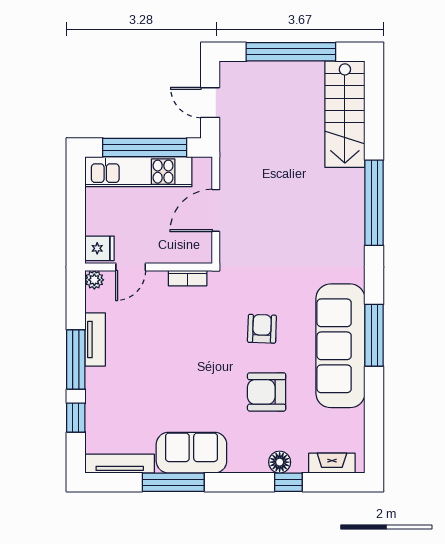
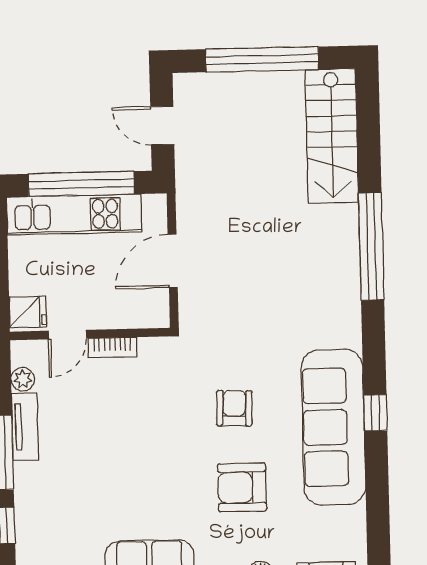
bookcase: (188, 278) -> (112, 347), moved
plant: (94, 280) -> (23, 379), moved
window: (374, 335) -> (375, 413), width x0.46

